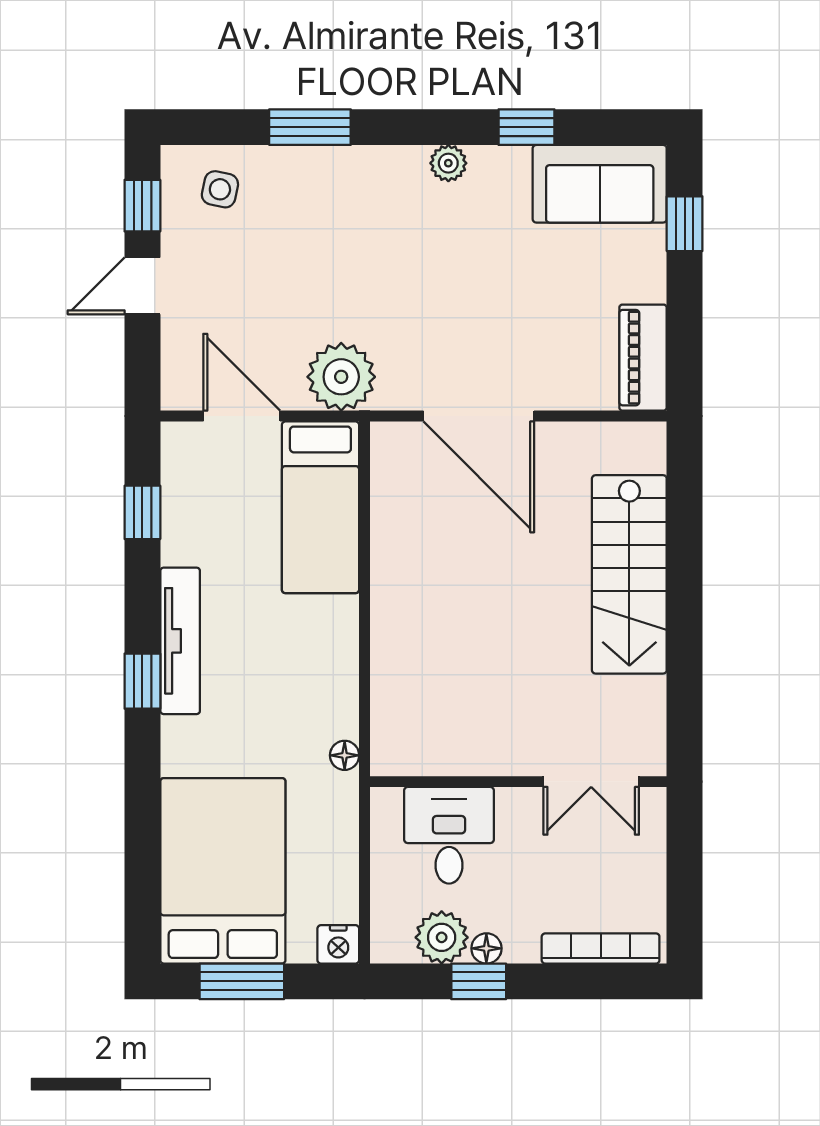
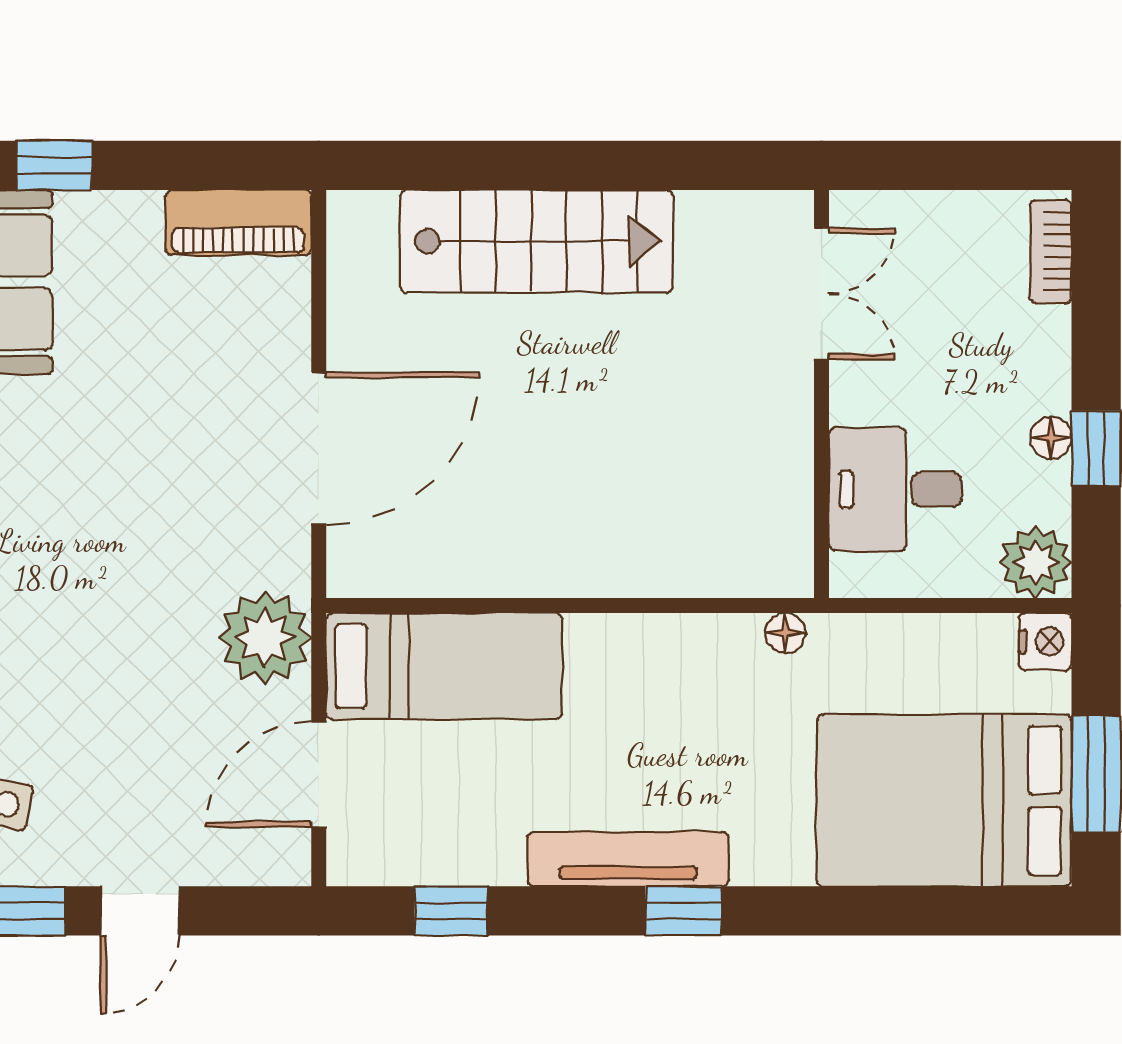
door: (142, 286) -> (140, 911), hinge flipped
plant: (442, 937) -> (1036, 562), moved
bookcase: (601, 948) -> (1051, 252), width x0.64

